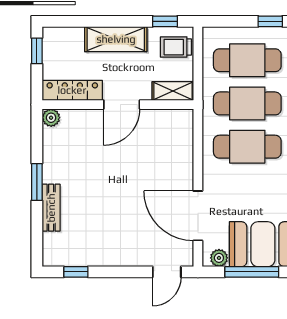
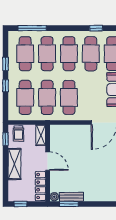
window: (37, 182) -> (69, 204), moved
bench: (51, 208) -> (71, 197), moved

